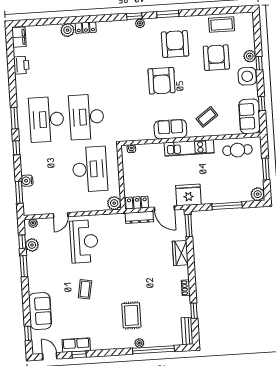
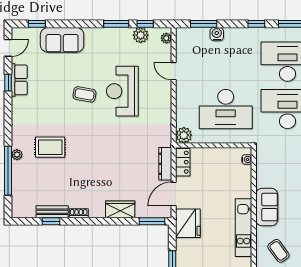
reception desk: (84, 241) -> (122, 91), moved, turned 90
bench: (187, 331) -> (52, 212), moved

